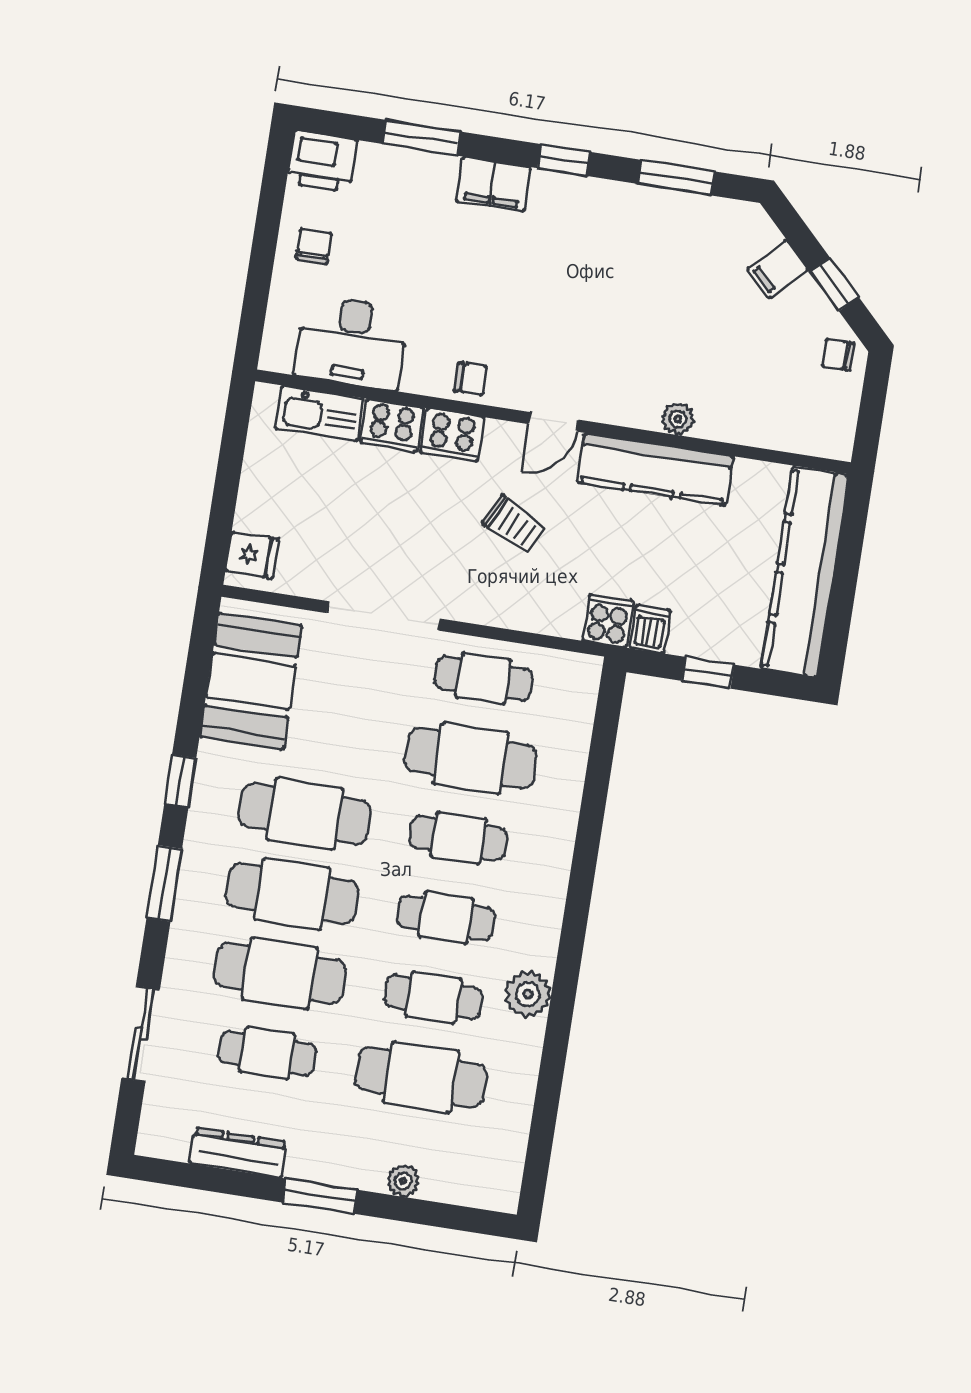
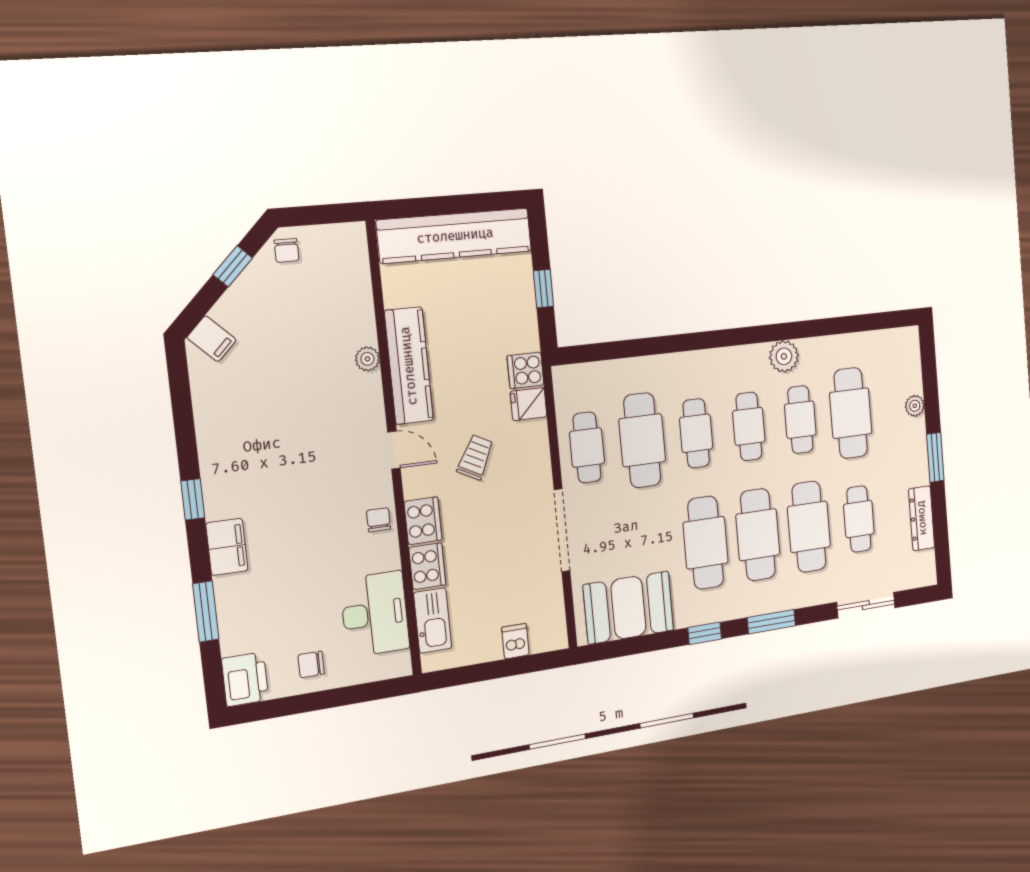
window: (676, 178) -> (182, 410), removed
filing cabinet: (778, 269) -> (212, 339), moved
fridge: (252, 555) -> (529, 404), moved, turned -90
dishwasher: (650, 629) -> (515, 641), moved, turned 90

